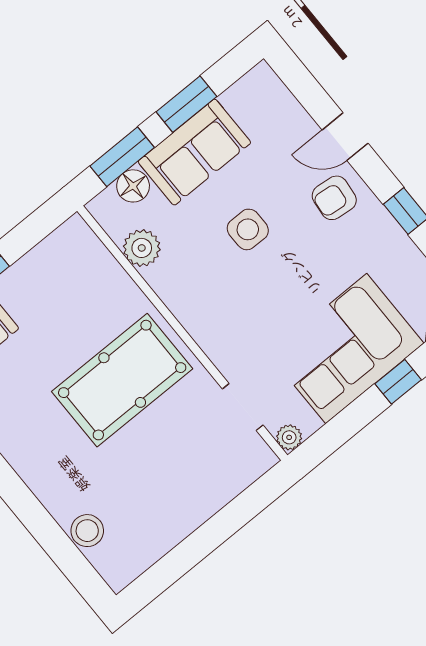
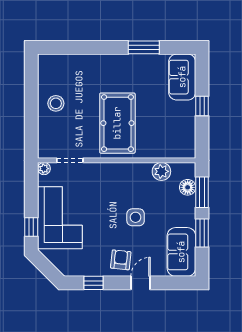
sofa: (194, 152) -> (181, 252), moved
stool: (87, 531) -> (56, 103), moved

